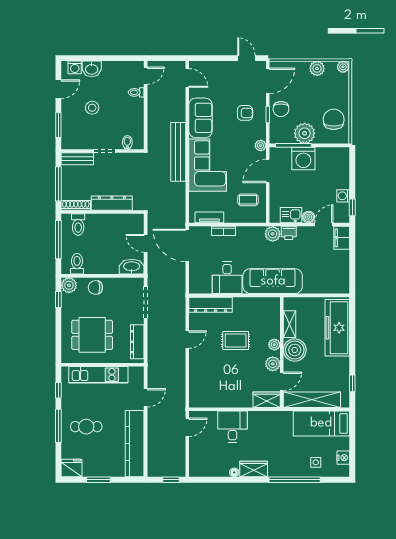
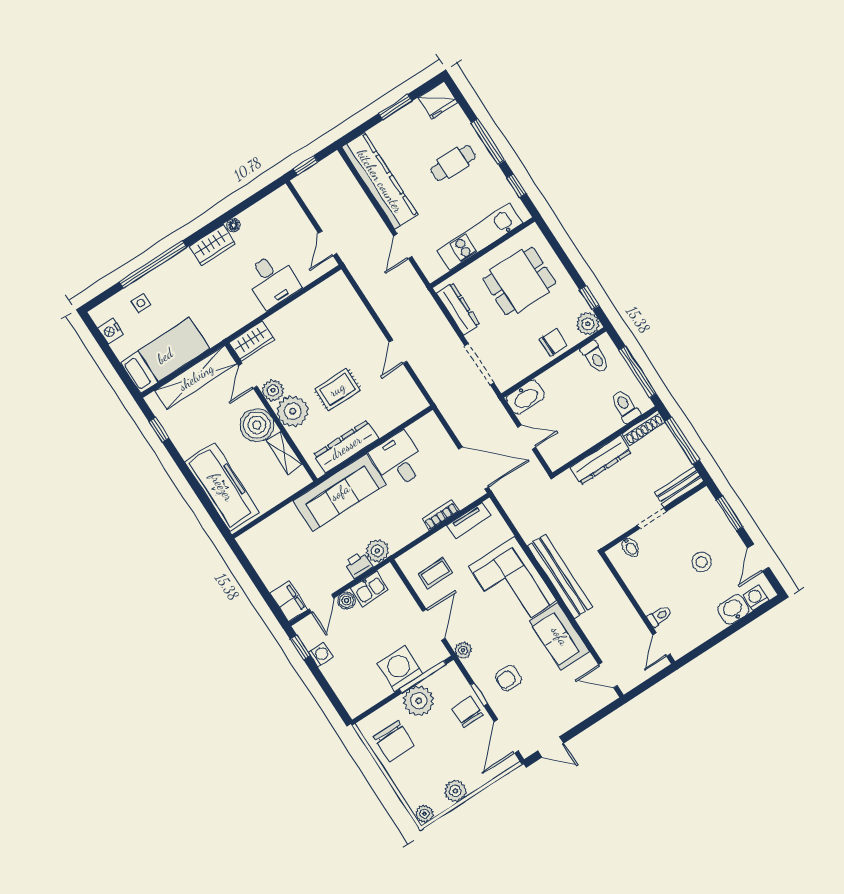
dresser: (211, 305) -> (346, 447), moved
plant: (274, 345) -> (293, 411), width x1.87, depth x1.87

